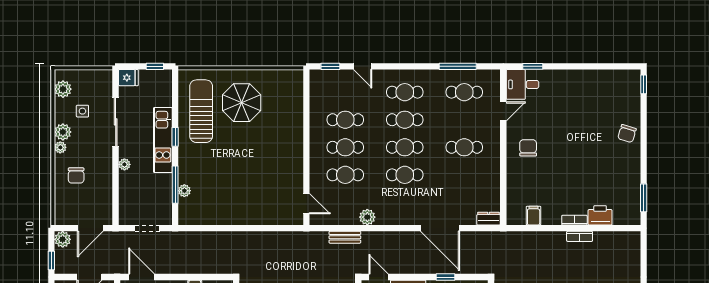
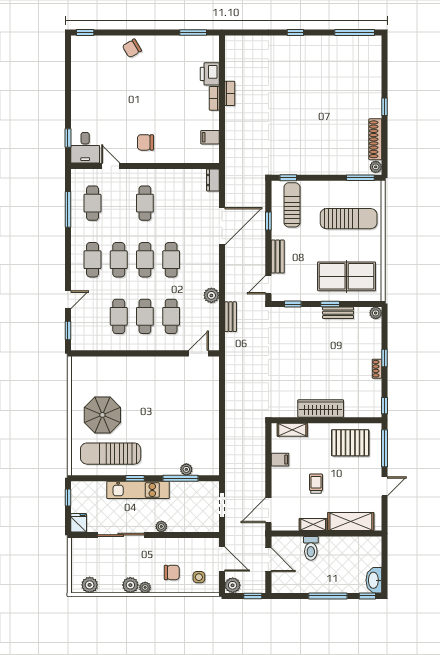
side table: (82, 111) -> (199, 577), moved
chair: (627, 134) -> (132, 48), turned 132

